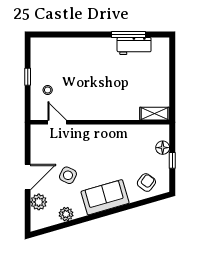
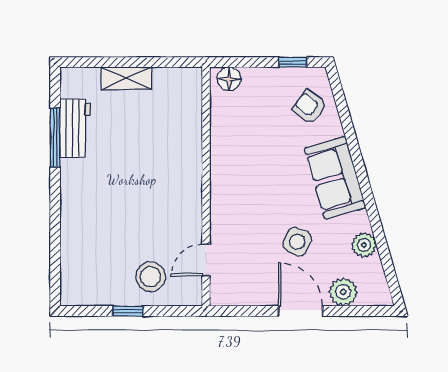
stool: (48, 90) -> (151, 277), width x1.89, depth x1.89
shelving: (155, 114) -> (126, 78), moved, turned 90
floor lamp: (163, 148) -> (229, 79), moved
window: (172, 160) -> (293, 62), moved

